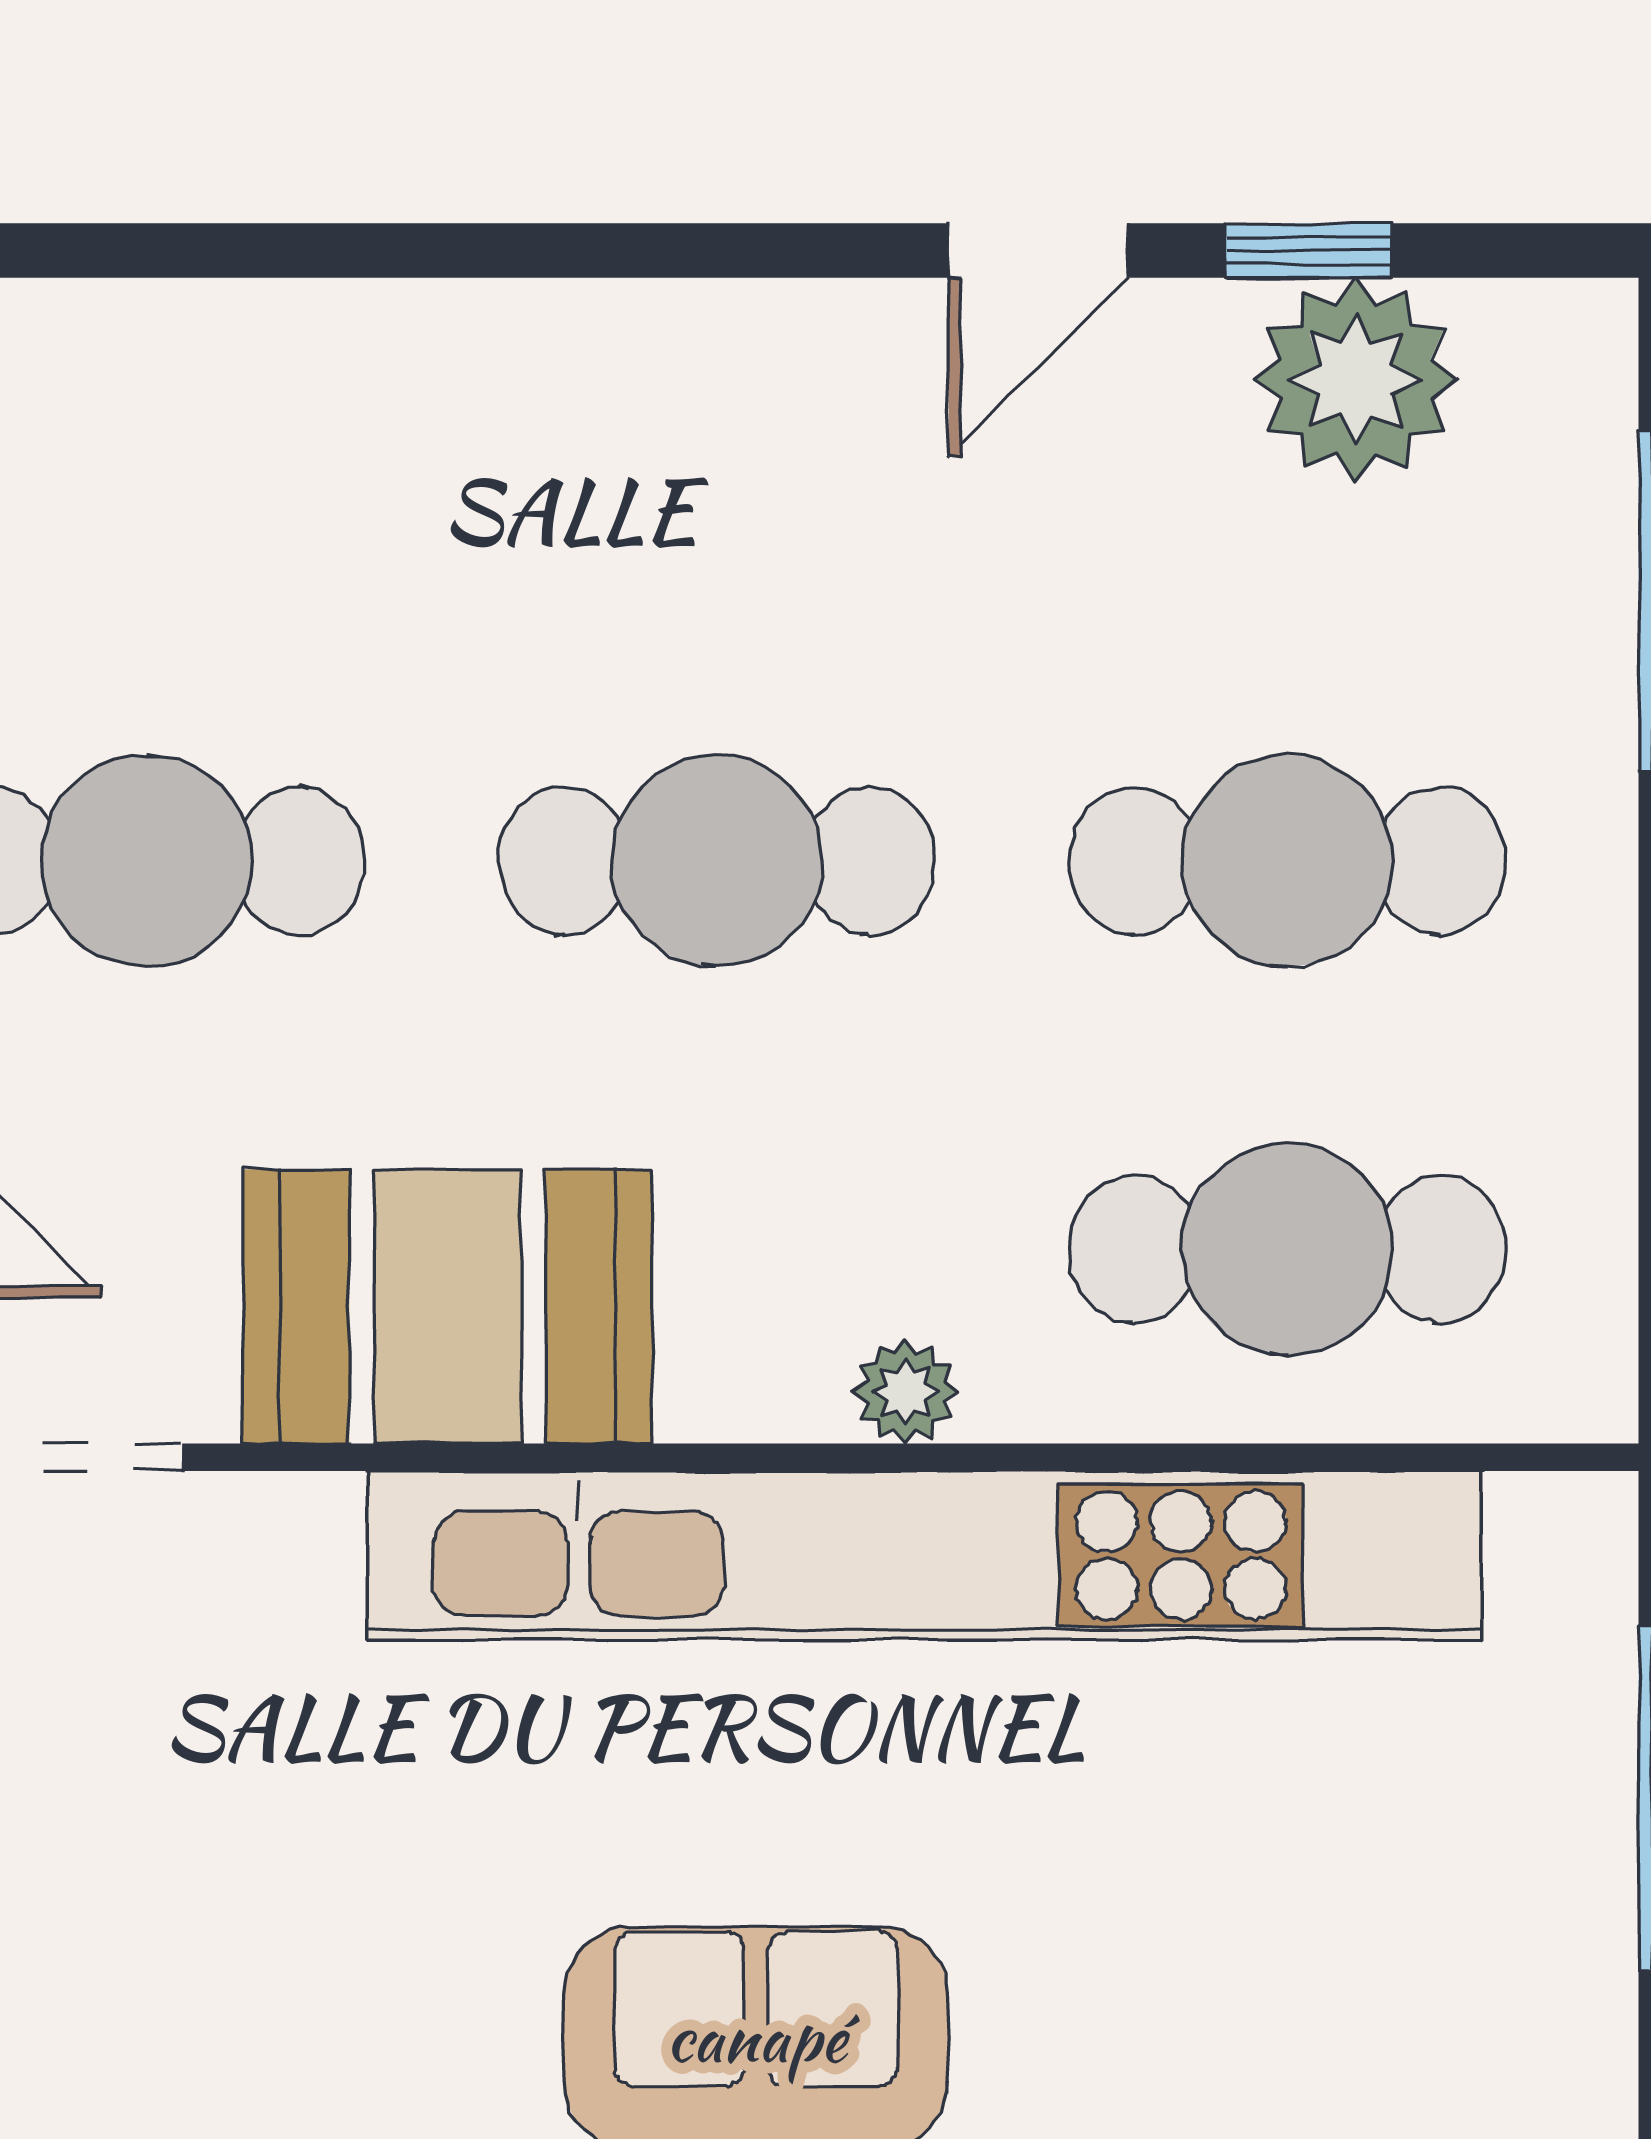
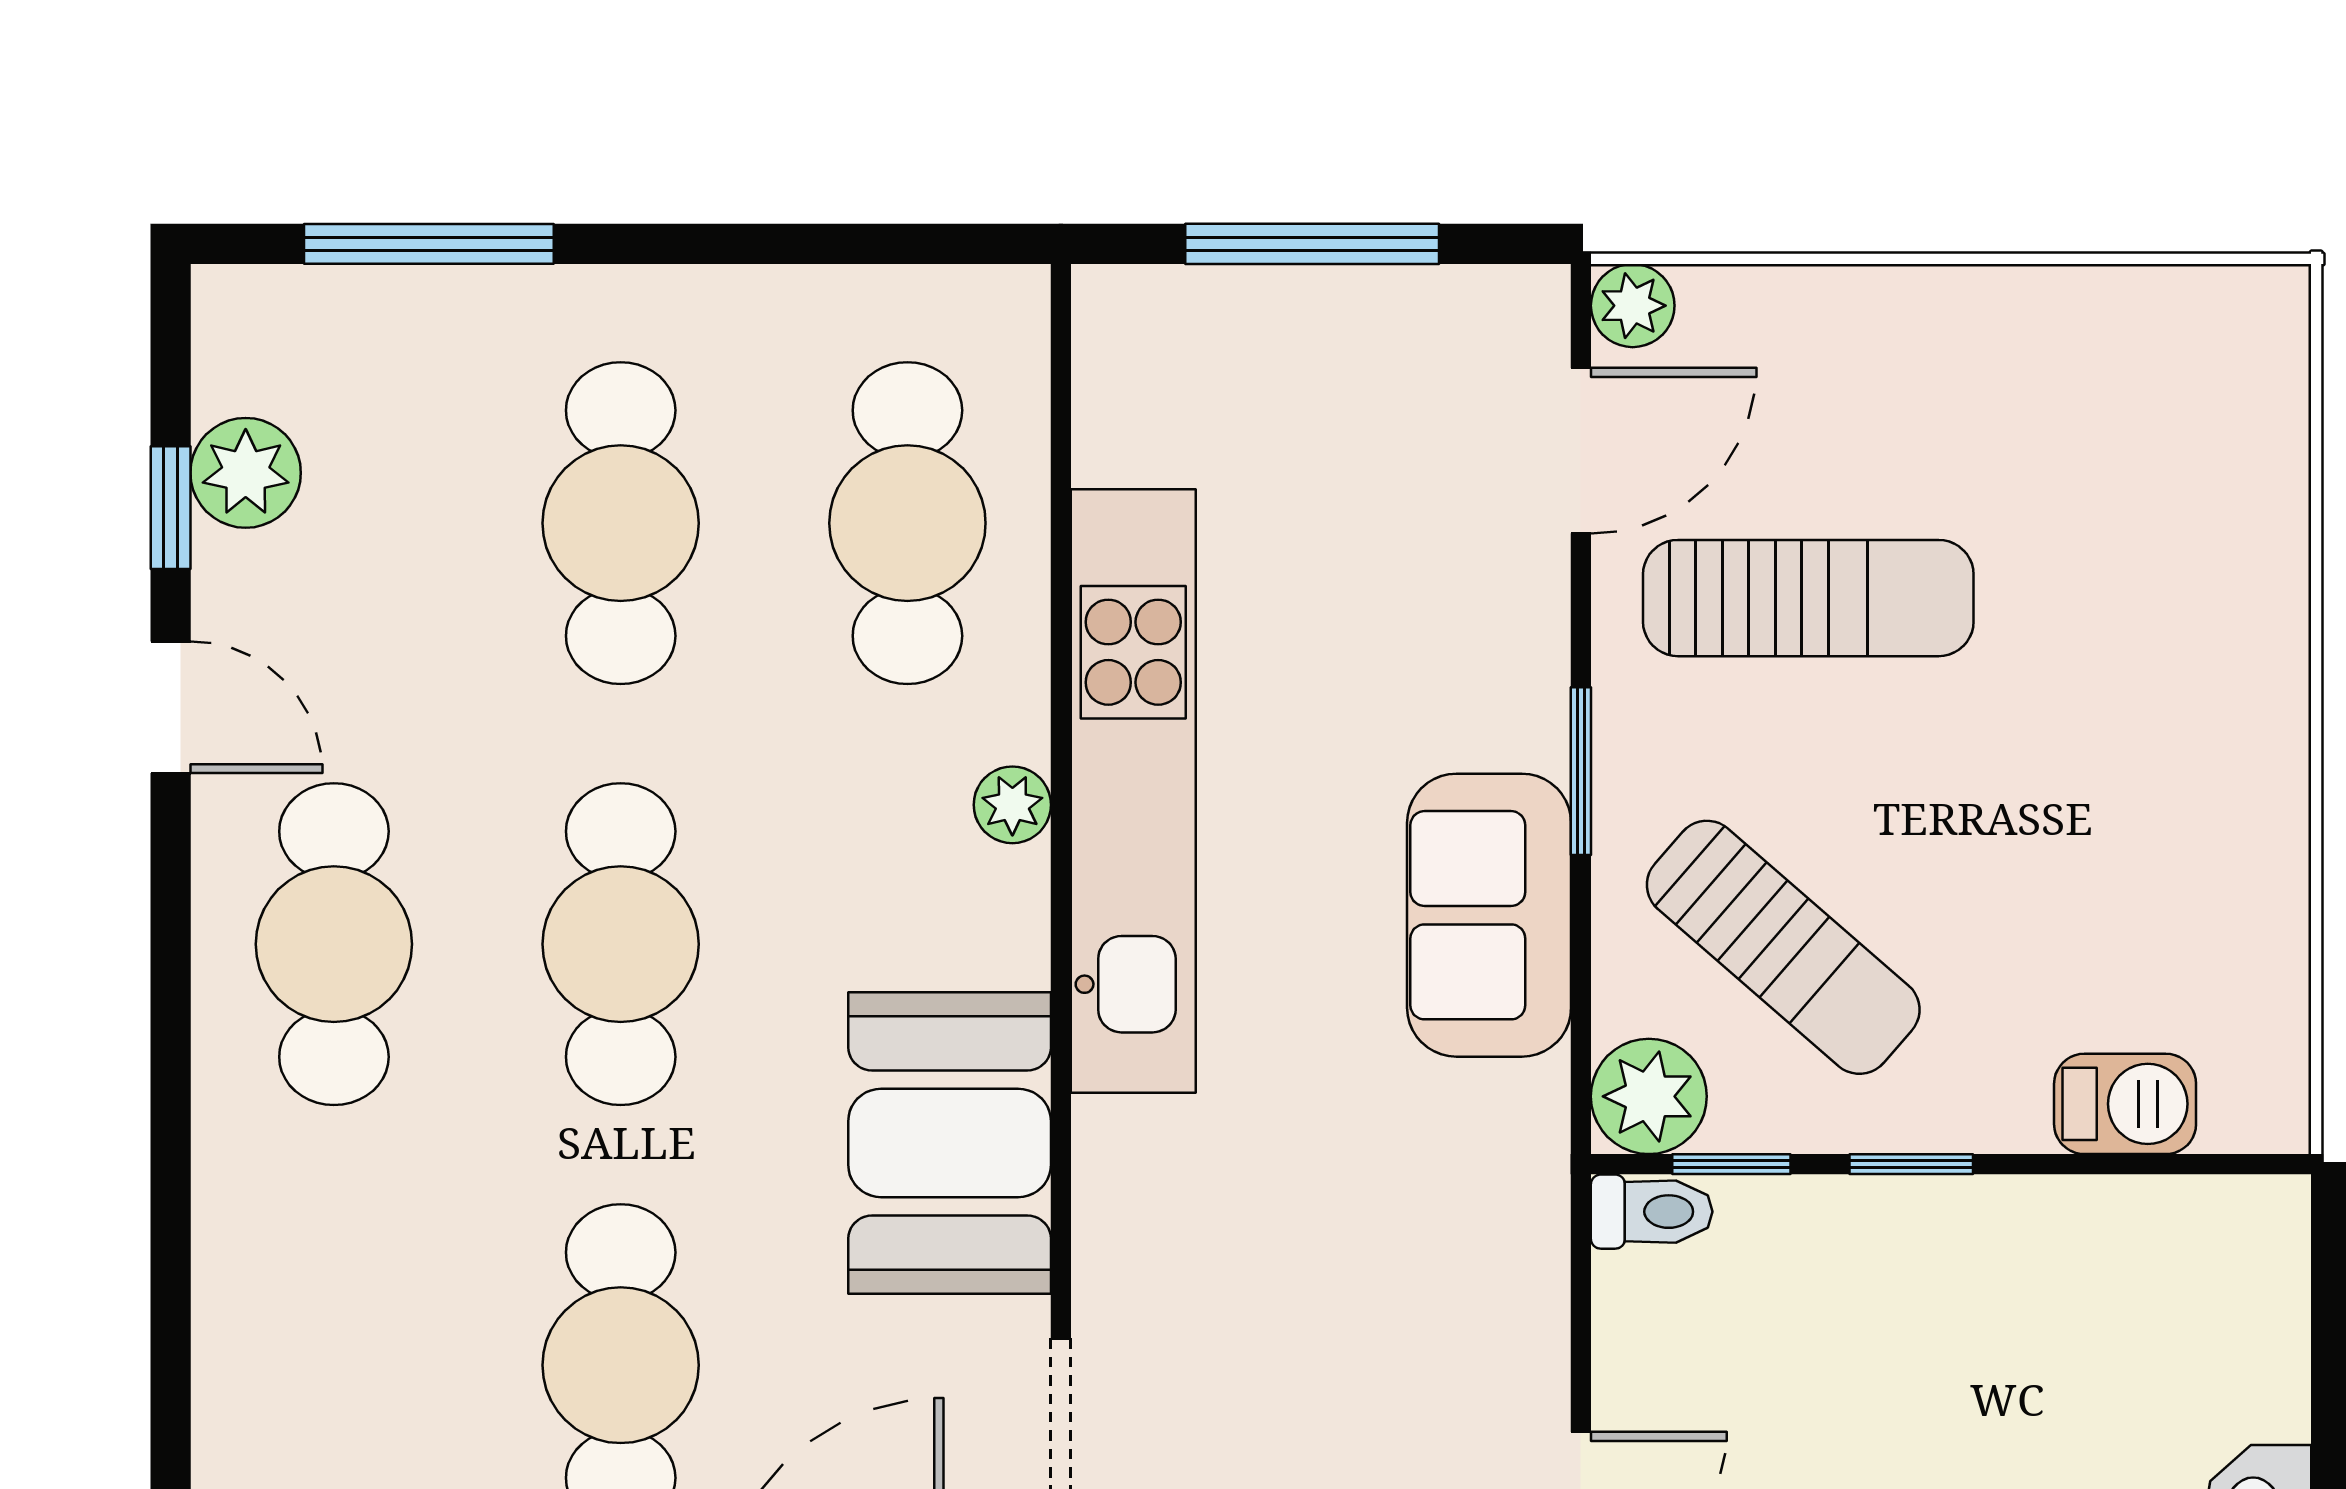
plant: (1356, 380) -> (246, 473), width x0.73, depth x0.73
cafe table: (717, 472) -> (334, 944), added
kitchen unit: (924, 1555) -> (1133, 791), width x0.73

